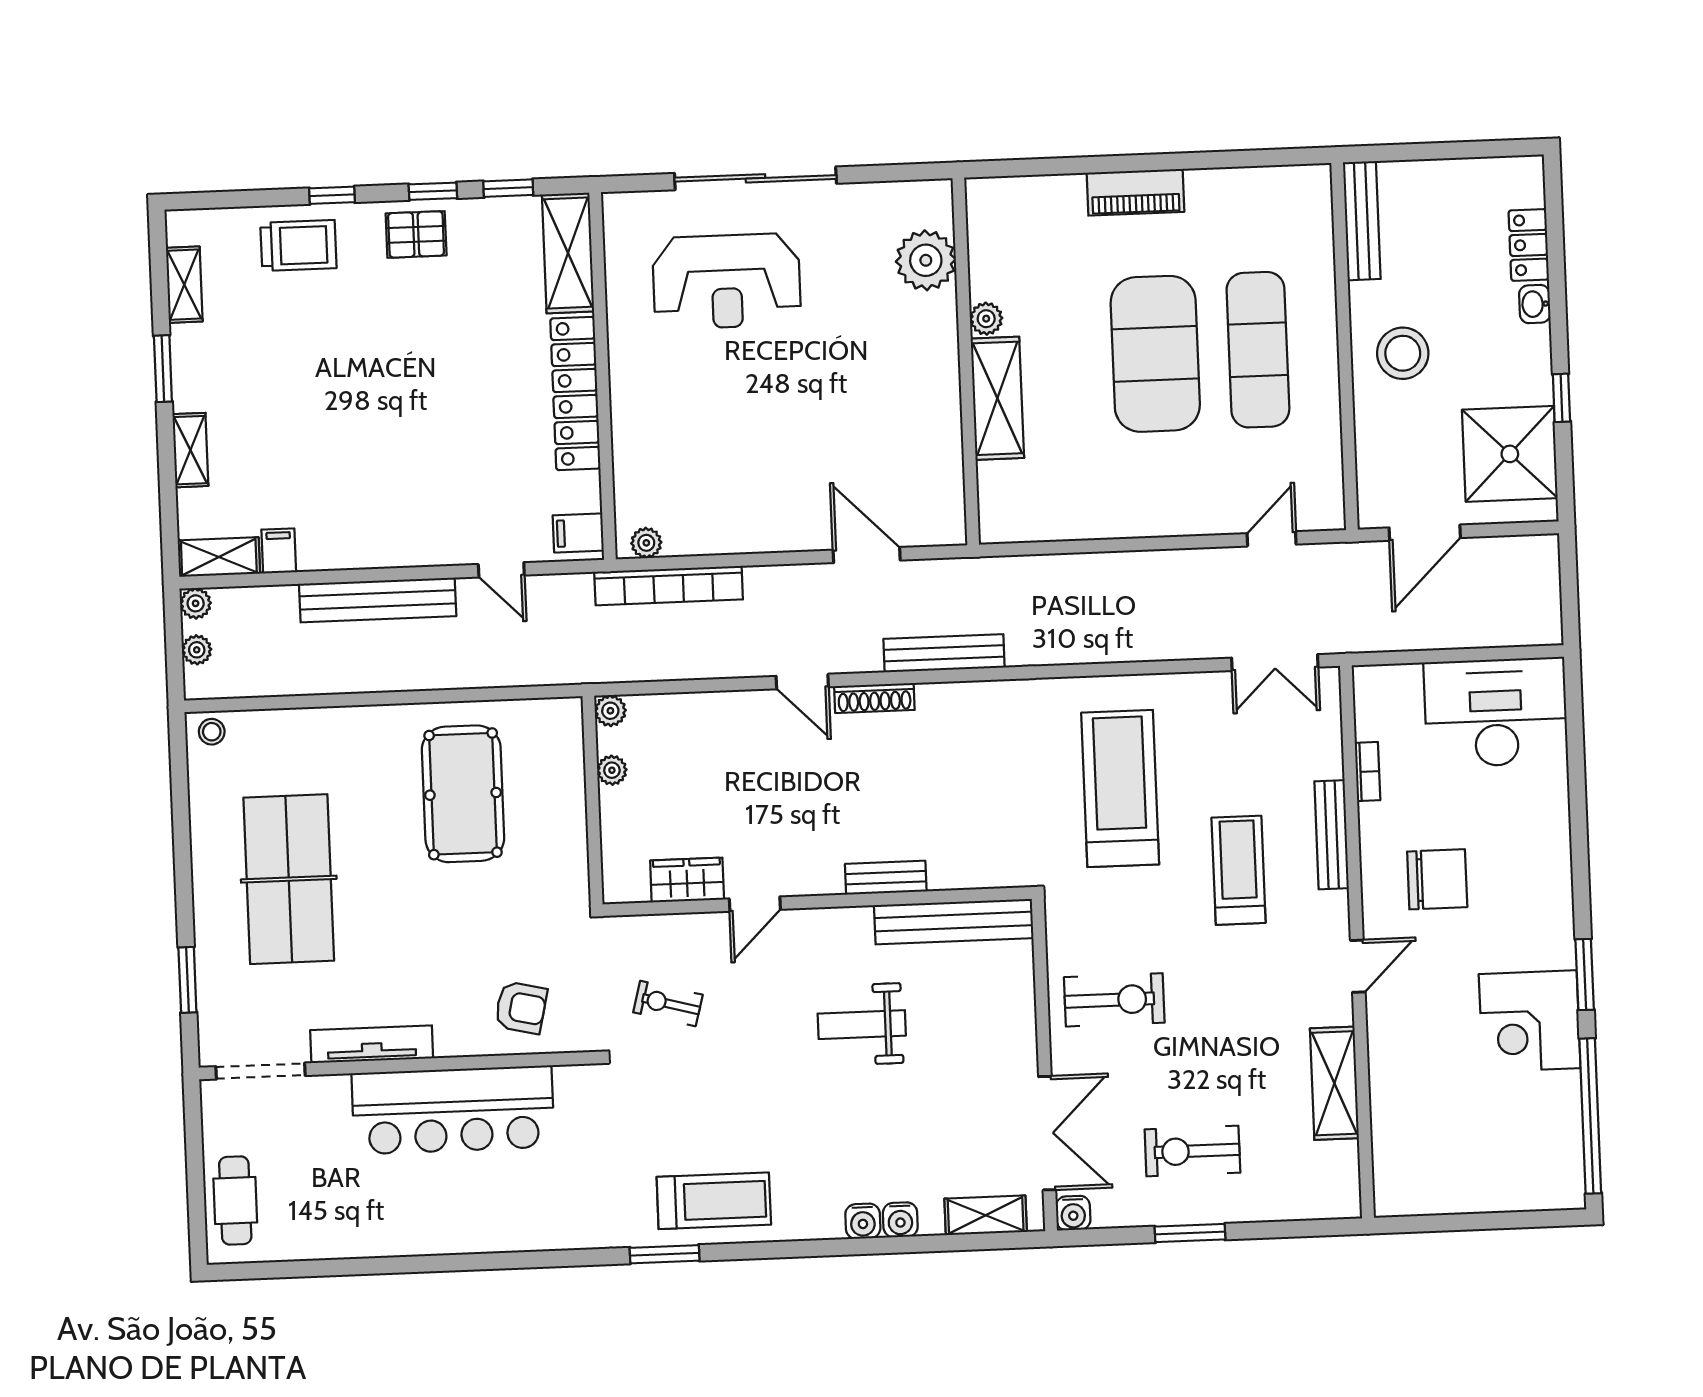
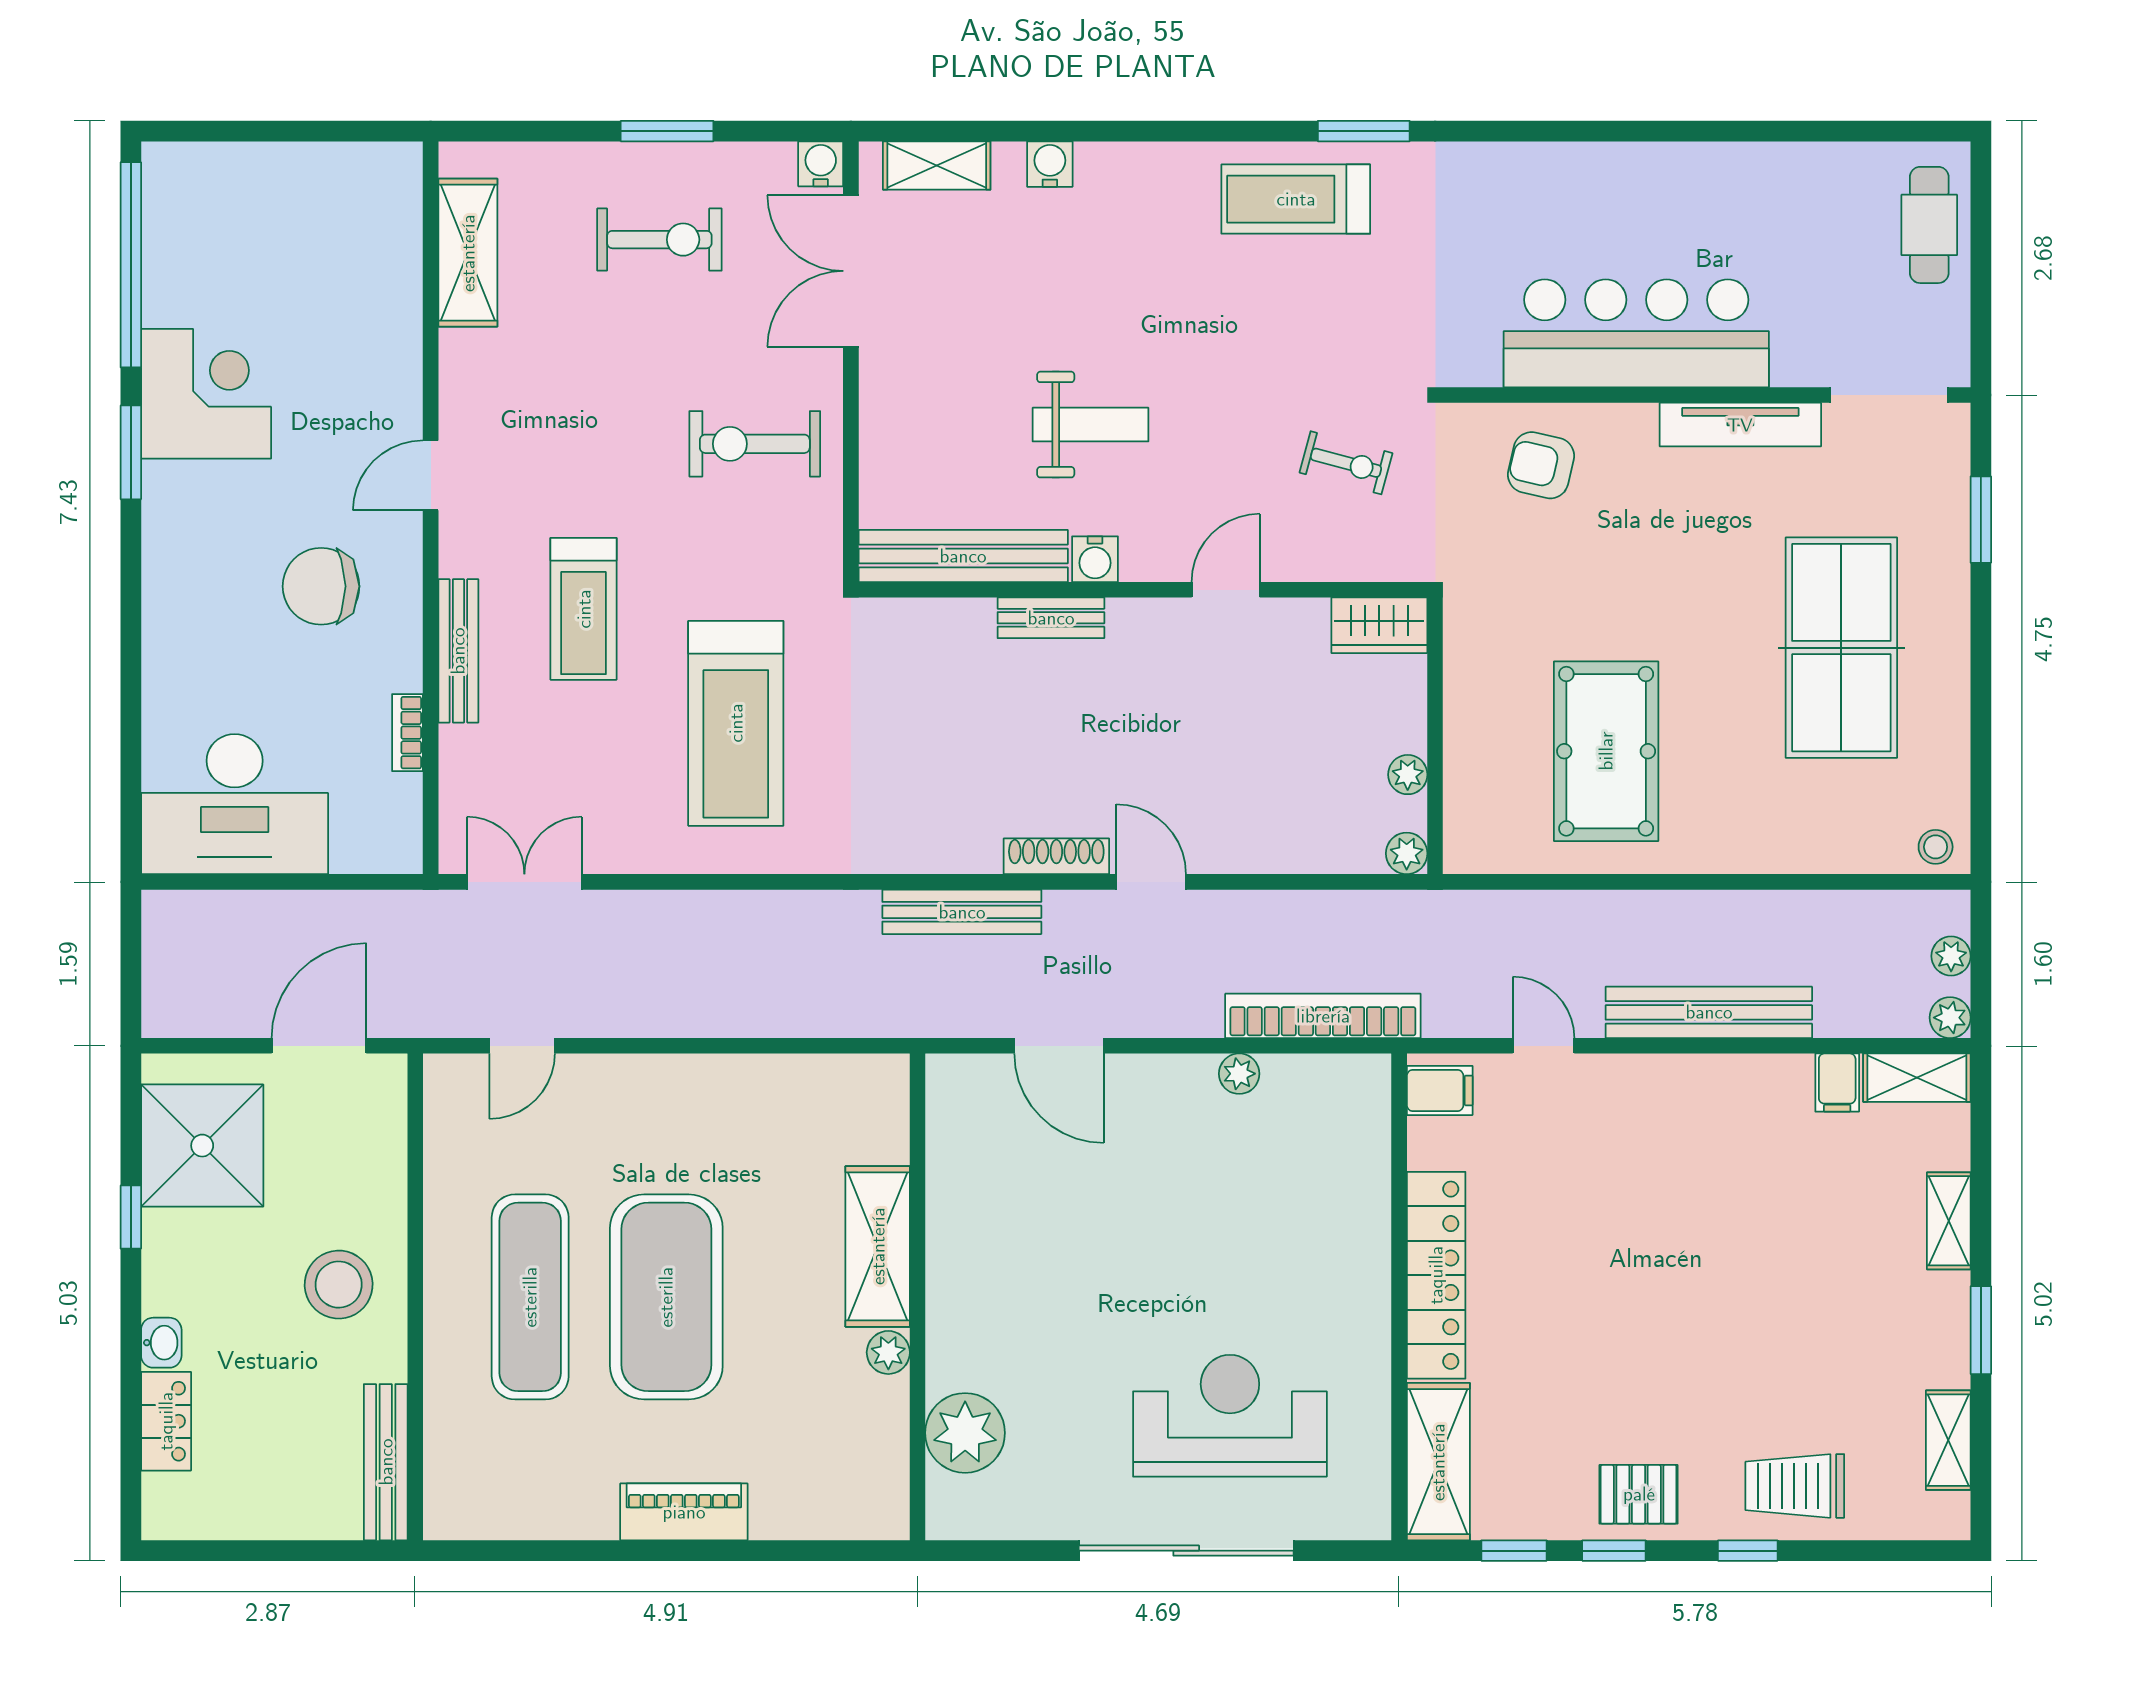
plant: (646, 543) -> (1239, 1074), moved
wardrobe: (687, 880) -> (1379, 625), moved
shelving: (1334, 1083) -> (468, 253), moved
water cooler: (863, 1221) -> (1095, 559), moved, turned 180

